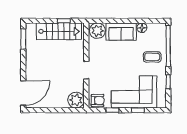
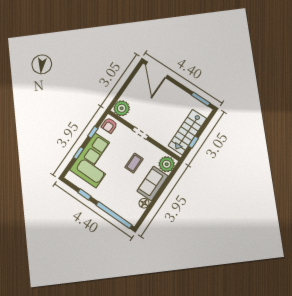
coffee table: (152, 57) -> (134, 163), moved

